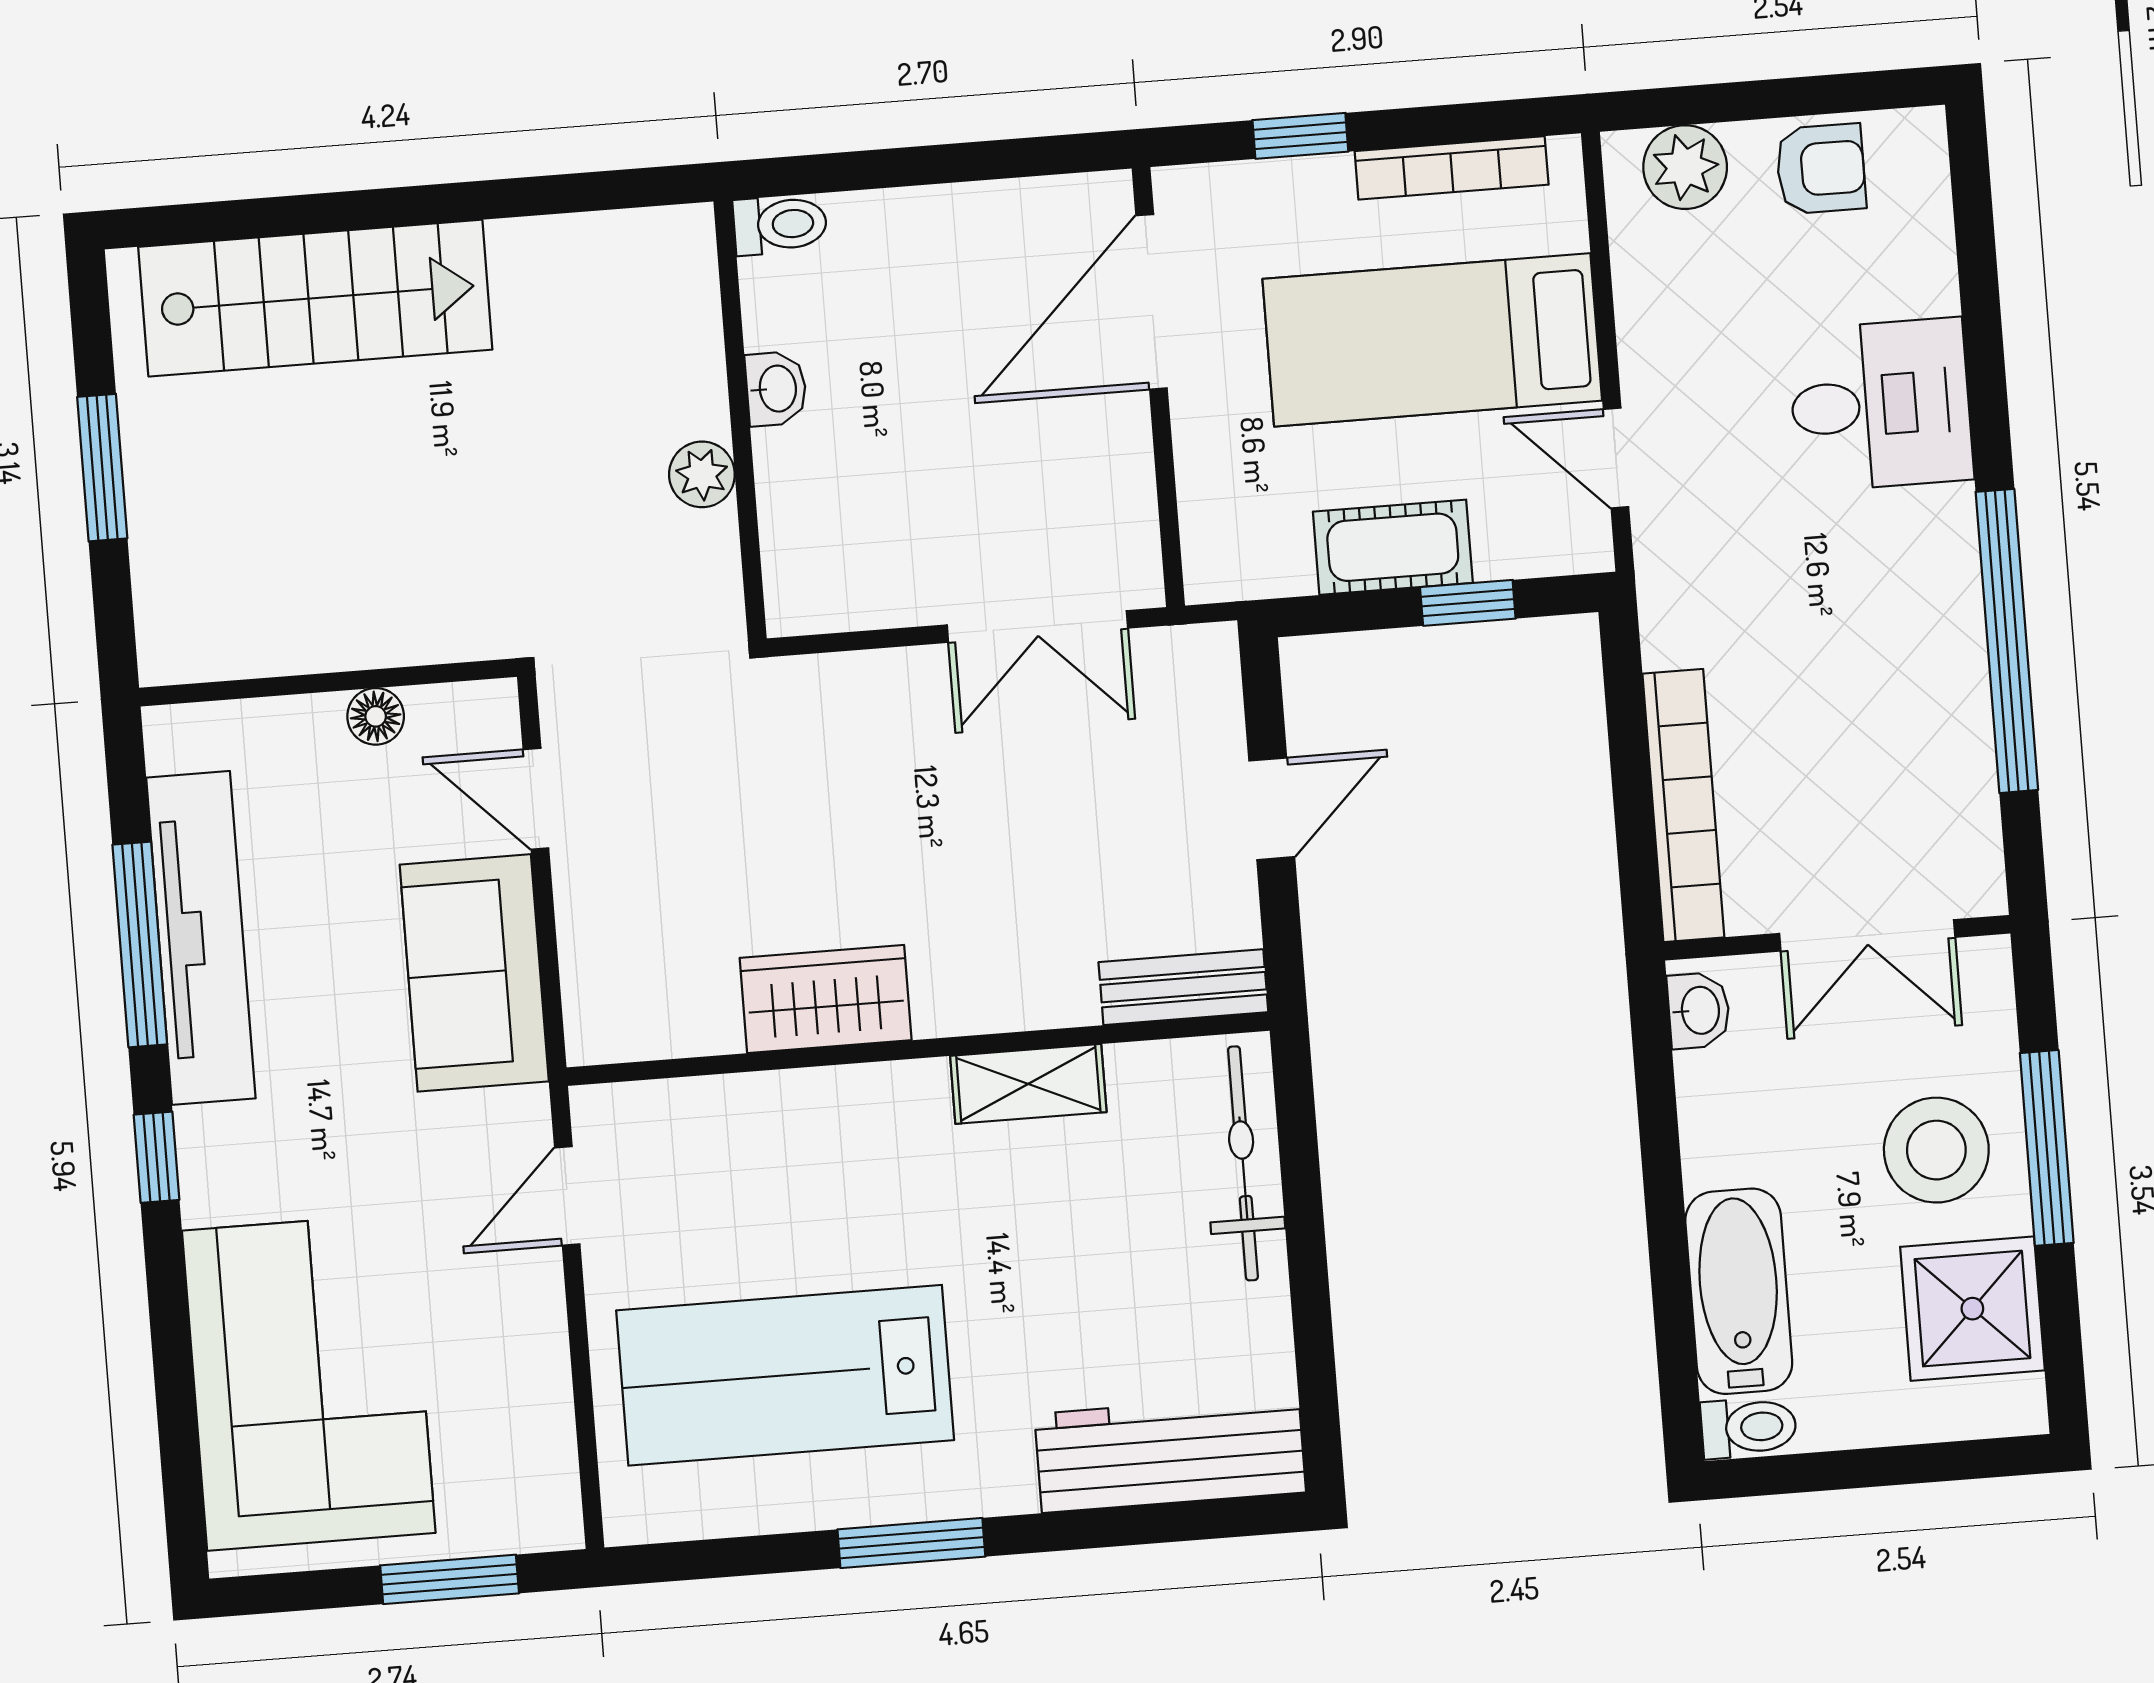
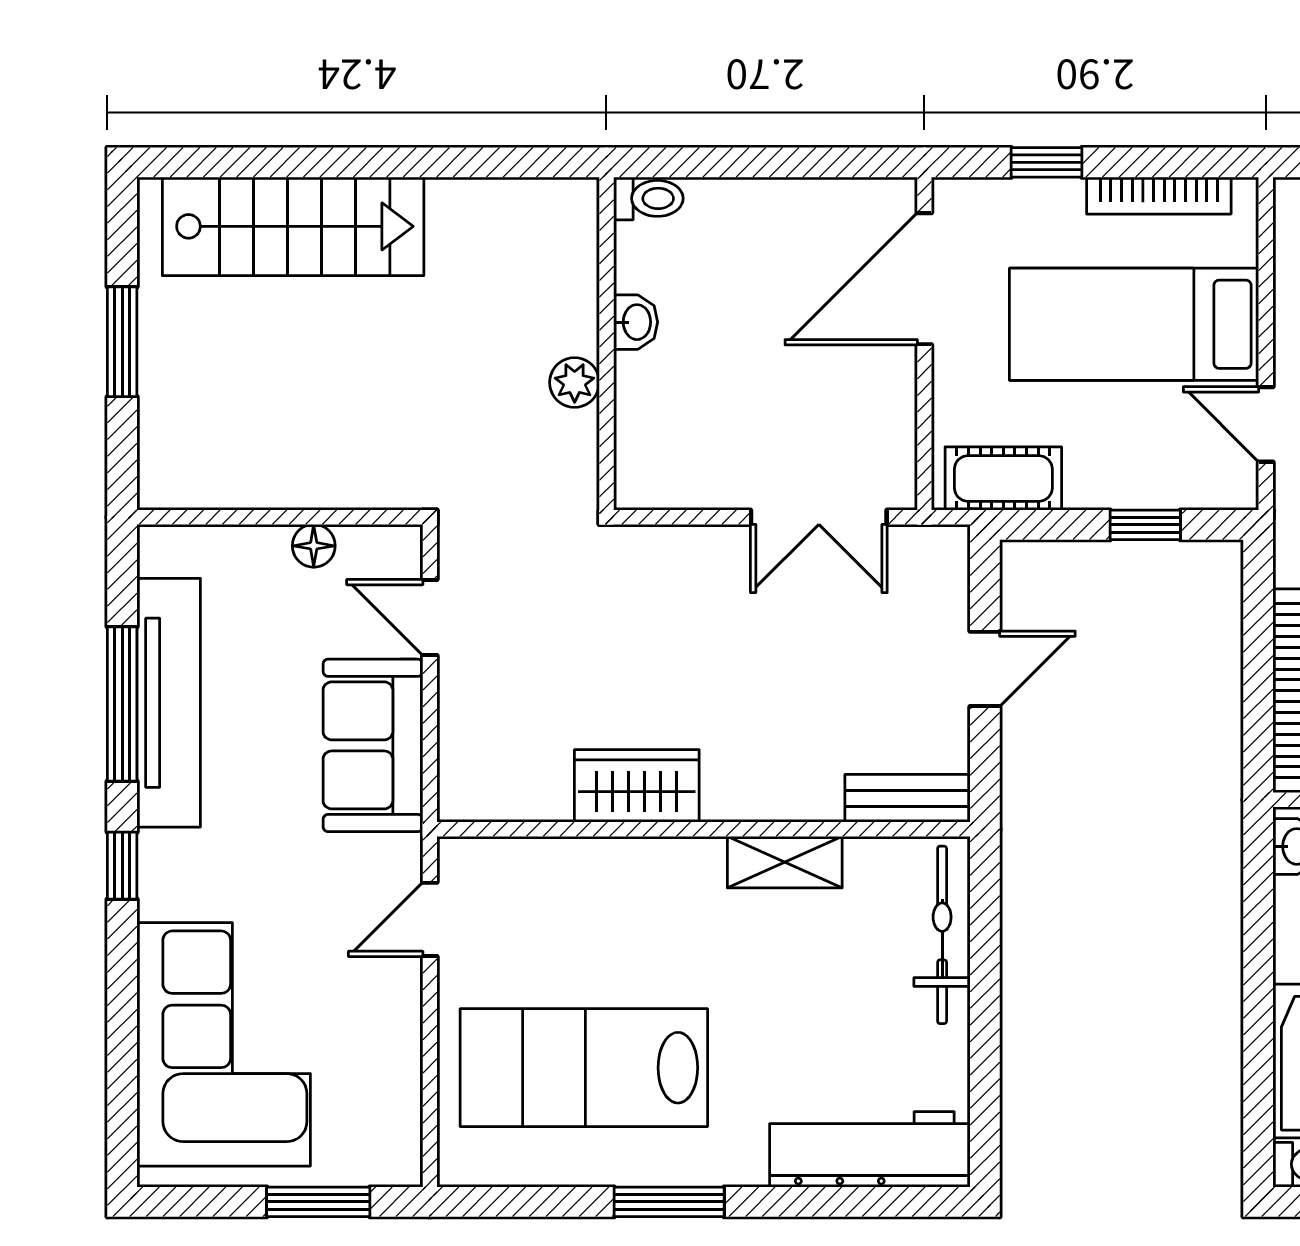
cot: (1393, 547) -> (1003, 479), moved

